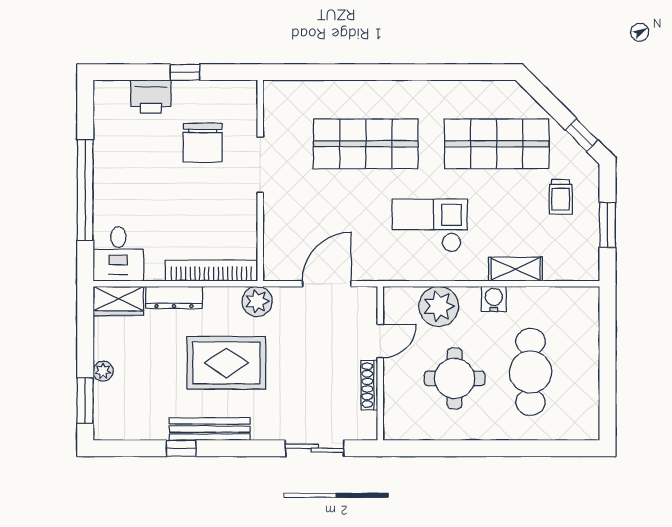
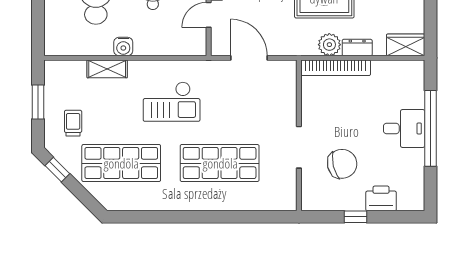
chair: (203, 143) -> (342, 164), turned 76
desk: (118, 254) -> (404, 128), moved, turned 90
door: (327, 284) -> (249, 58), swing flipped
dresser: (174, 297) -> (357, 48), width x0.70
plant: (257, 301) -> (329, 45), moved
plant: (439, 306) -> (165, 41), removed

